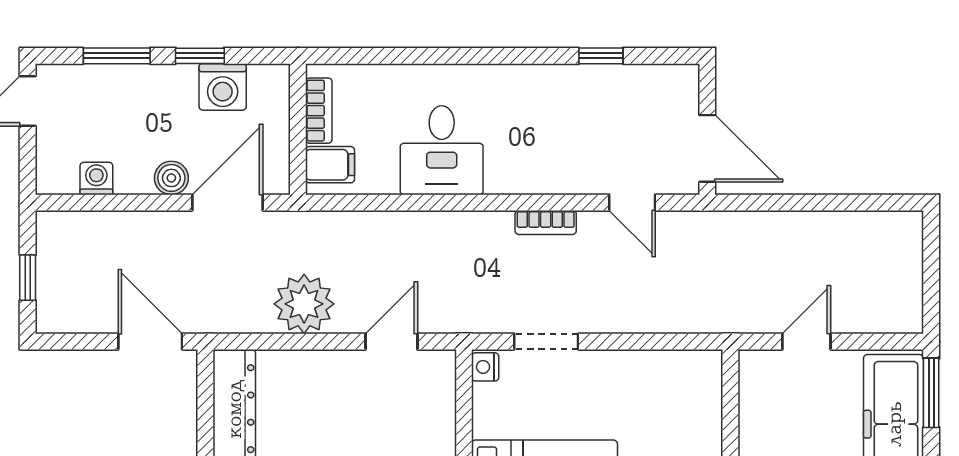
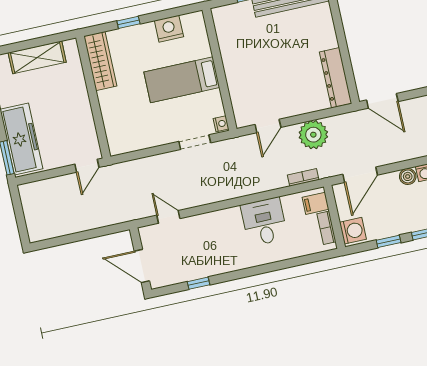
washing machine: (223, 87) -> (353, 231), moved, turned 90
door: (707, 148) -> (142, 266), moved
boiler: (171, 178) -> (408, 176), moved
bookcase: (546, 222) -> (303, 177), moved
door: (806, 342) -> (87, 166), moved

